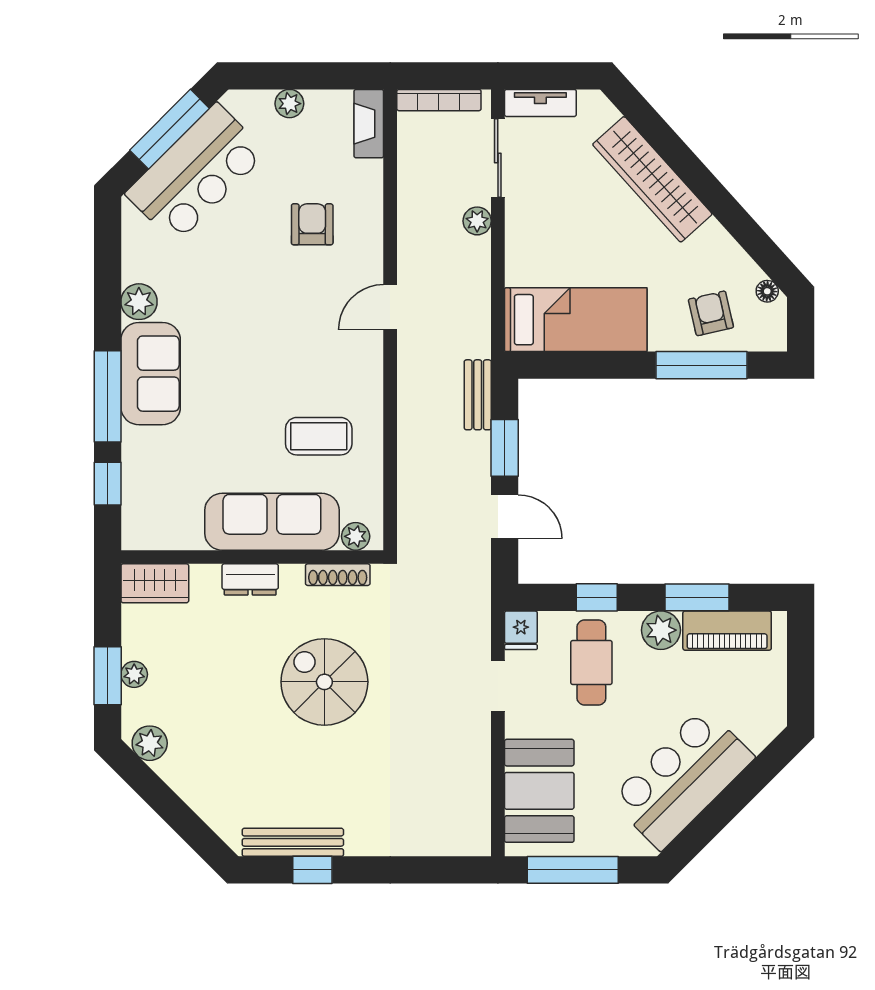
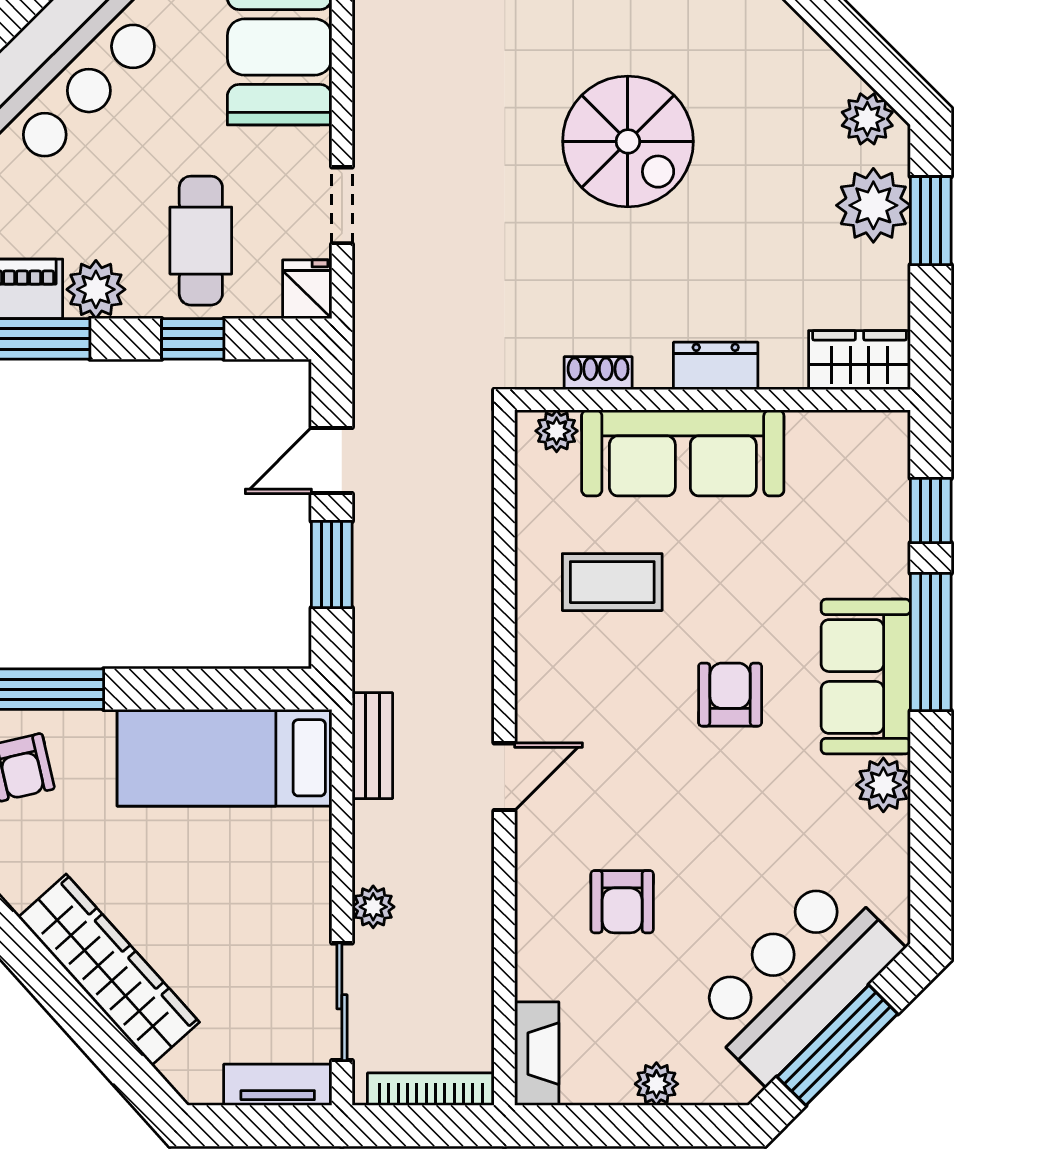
armchair: (241, 362) -> (730, 695), added
bench: (478, 395) -> (372, 746), moved
door: (505, 517) -> (332, 461), hinge flipped
shoe rack: (338, 575) -> (598, 373), width x0.70
plant: (134, 674) -> (873, 205), width x1.88, depth x1.88
spiral stairs: (324, 682) -> (628, 141), moved

